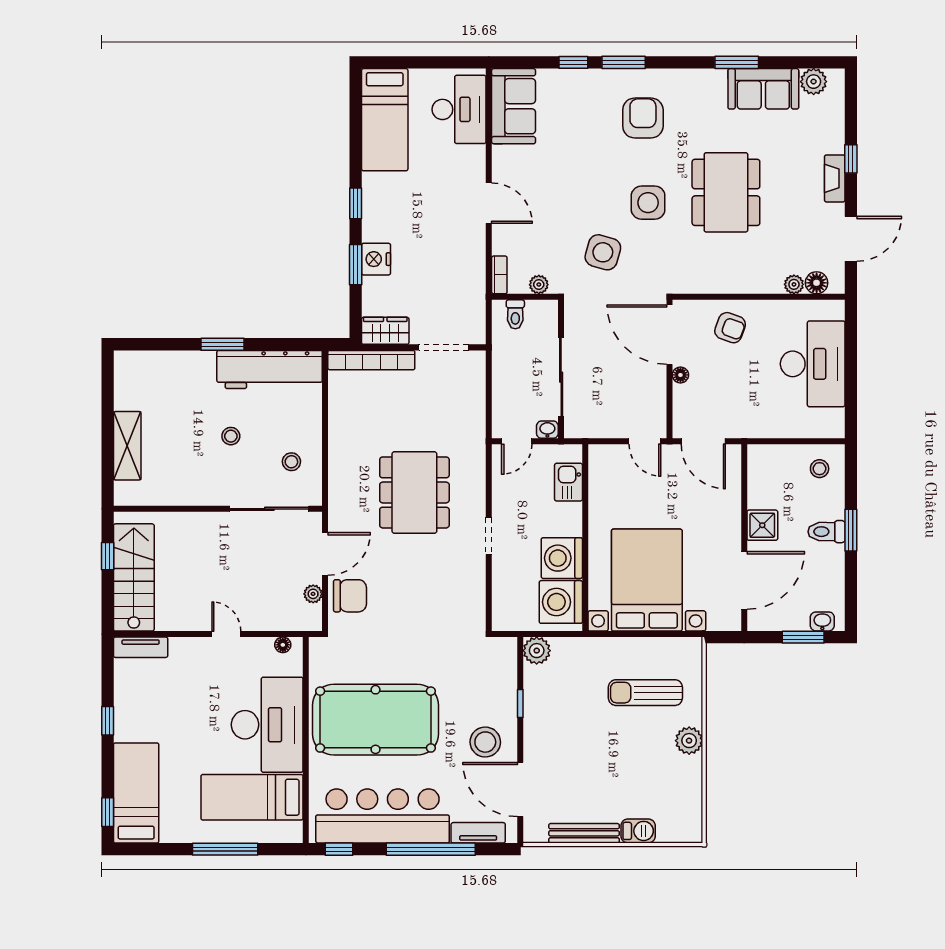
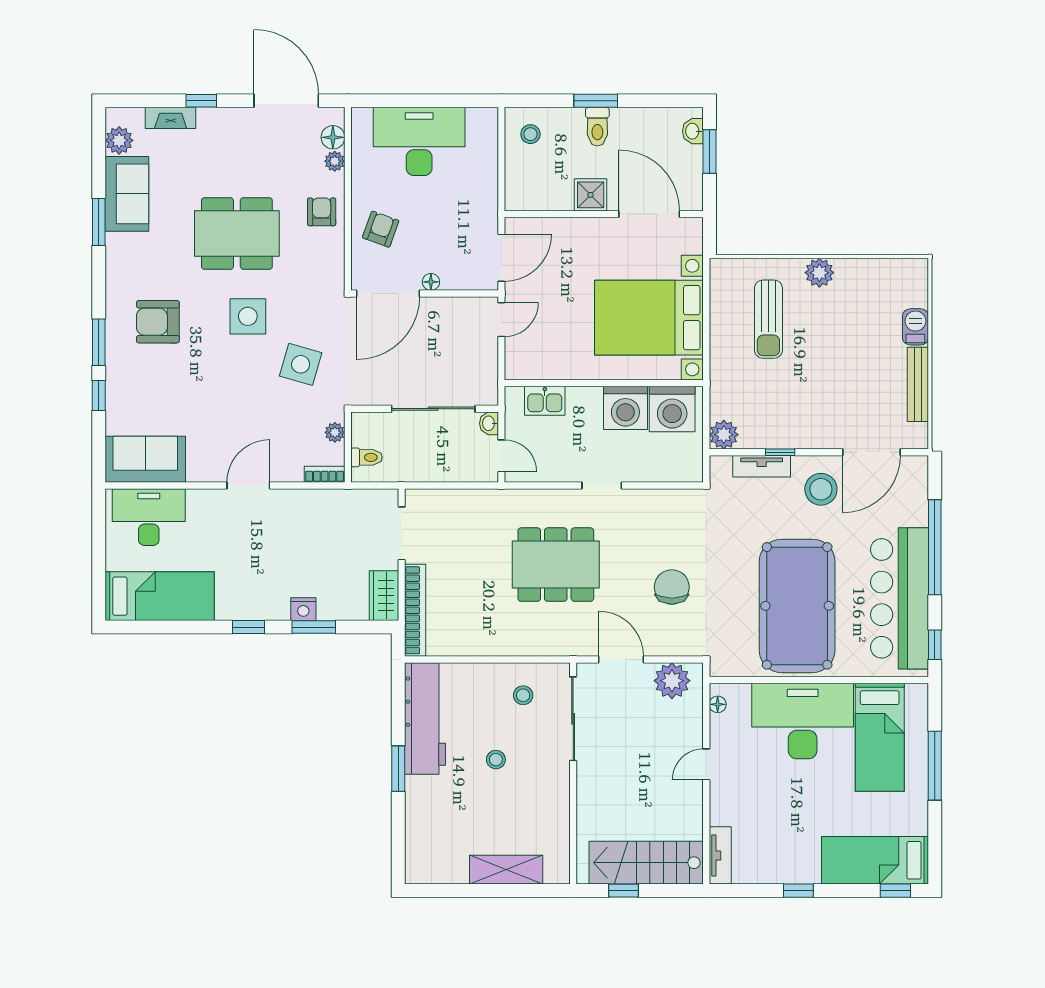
fireplace: (835, 178) -> (171, 118), moved
door: (851, 239) -> (286, 101), width x1.36
nightstand: (376, 259) -> (303, 609), width x0.74, depth x0.75
armchair: (746, 272) -> (322, 212), added
plant: (313, 594) -> (672, 681), width x1.87, depth x1.87
chair: (350, 596) -> (672, 587), moved
tv unit: (478, 833) -> (762, 466), moved, turned -90

